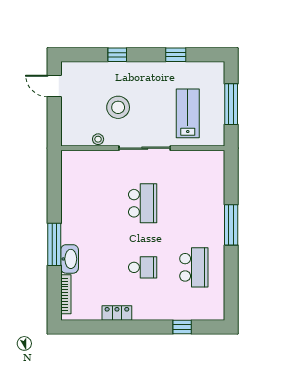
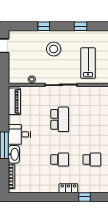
stool: (118, 107) -> (54, 49), moved
piano: (70, 175) -> (14, 101), added
desk: (78, 227) -> (19, 134), added
school desk: (194, 267) -> (92, 160), width x0.54
locker: (117, 313) -> (68, 188), moved

